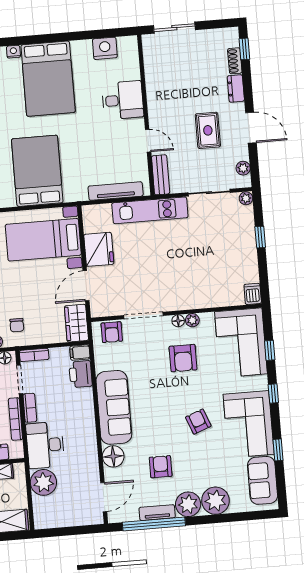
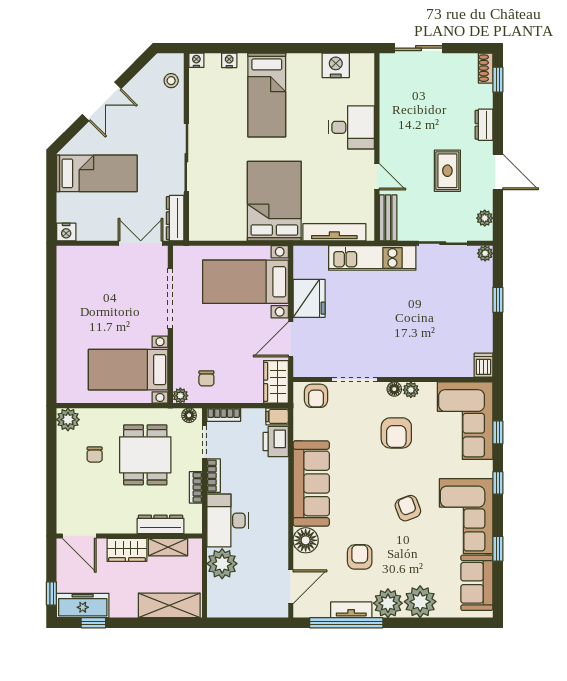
shoe rack: (235, 61) -> (486, 68), moved
bed: (48, 79) -> (267, 95), width x0.67
bed: (37, 171) -> (274, 201), moved
bookcase: (15, 419) -> (196, 487), width x0.64

